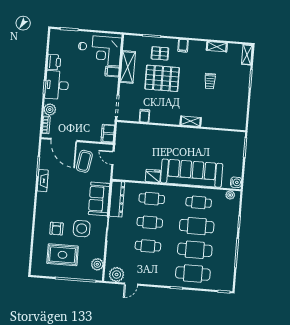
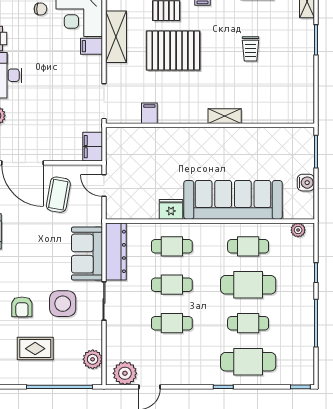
water cooler: (236, 182) -> (306, 183), moved
cafe table: (195, 250) -> (248, 323), width x0.73, depth x0.74
rug: (63, 255) -> (35, 349), width x0.73, depth x0.70

